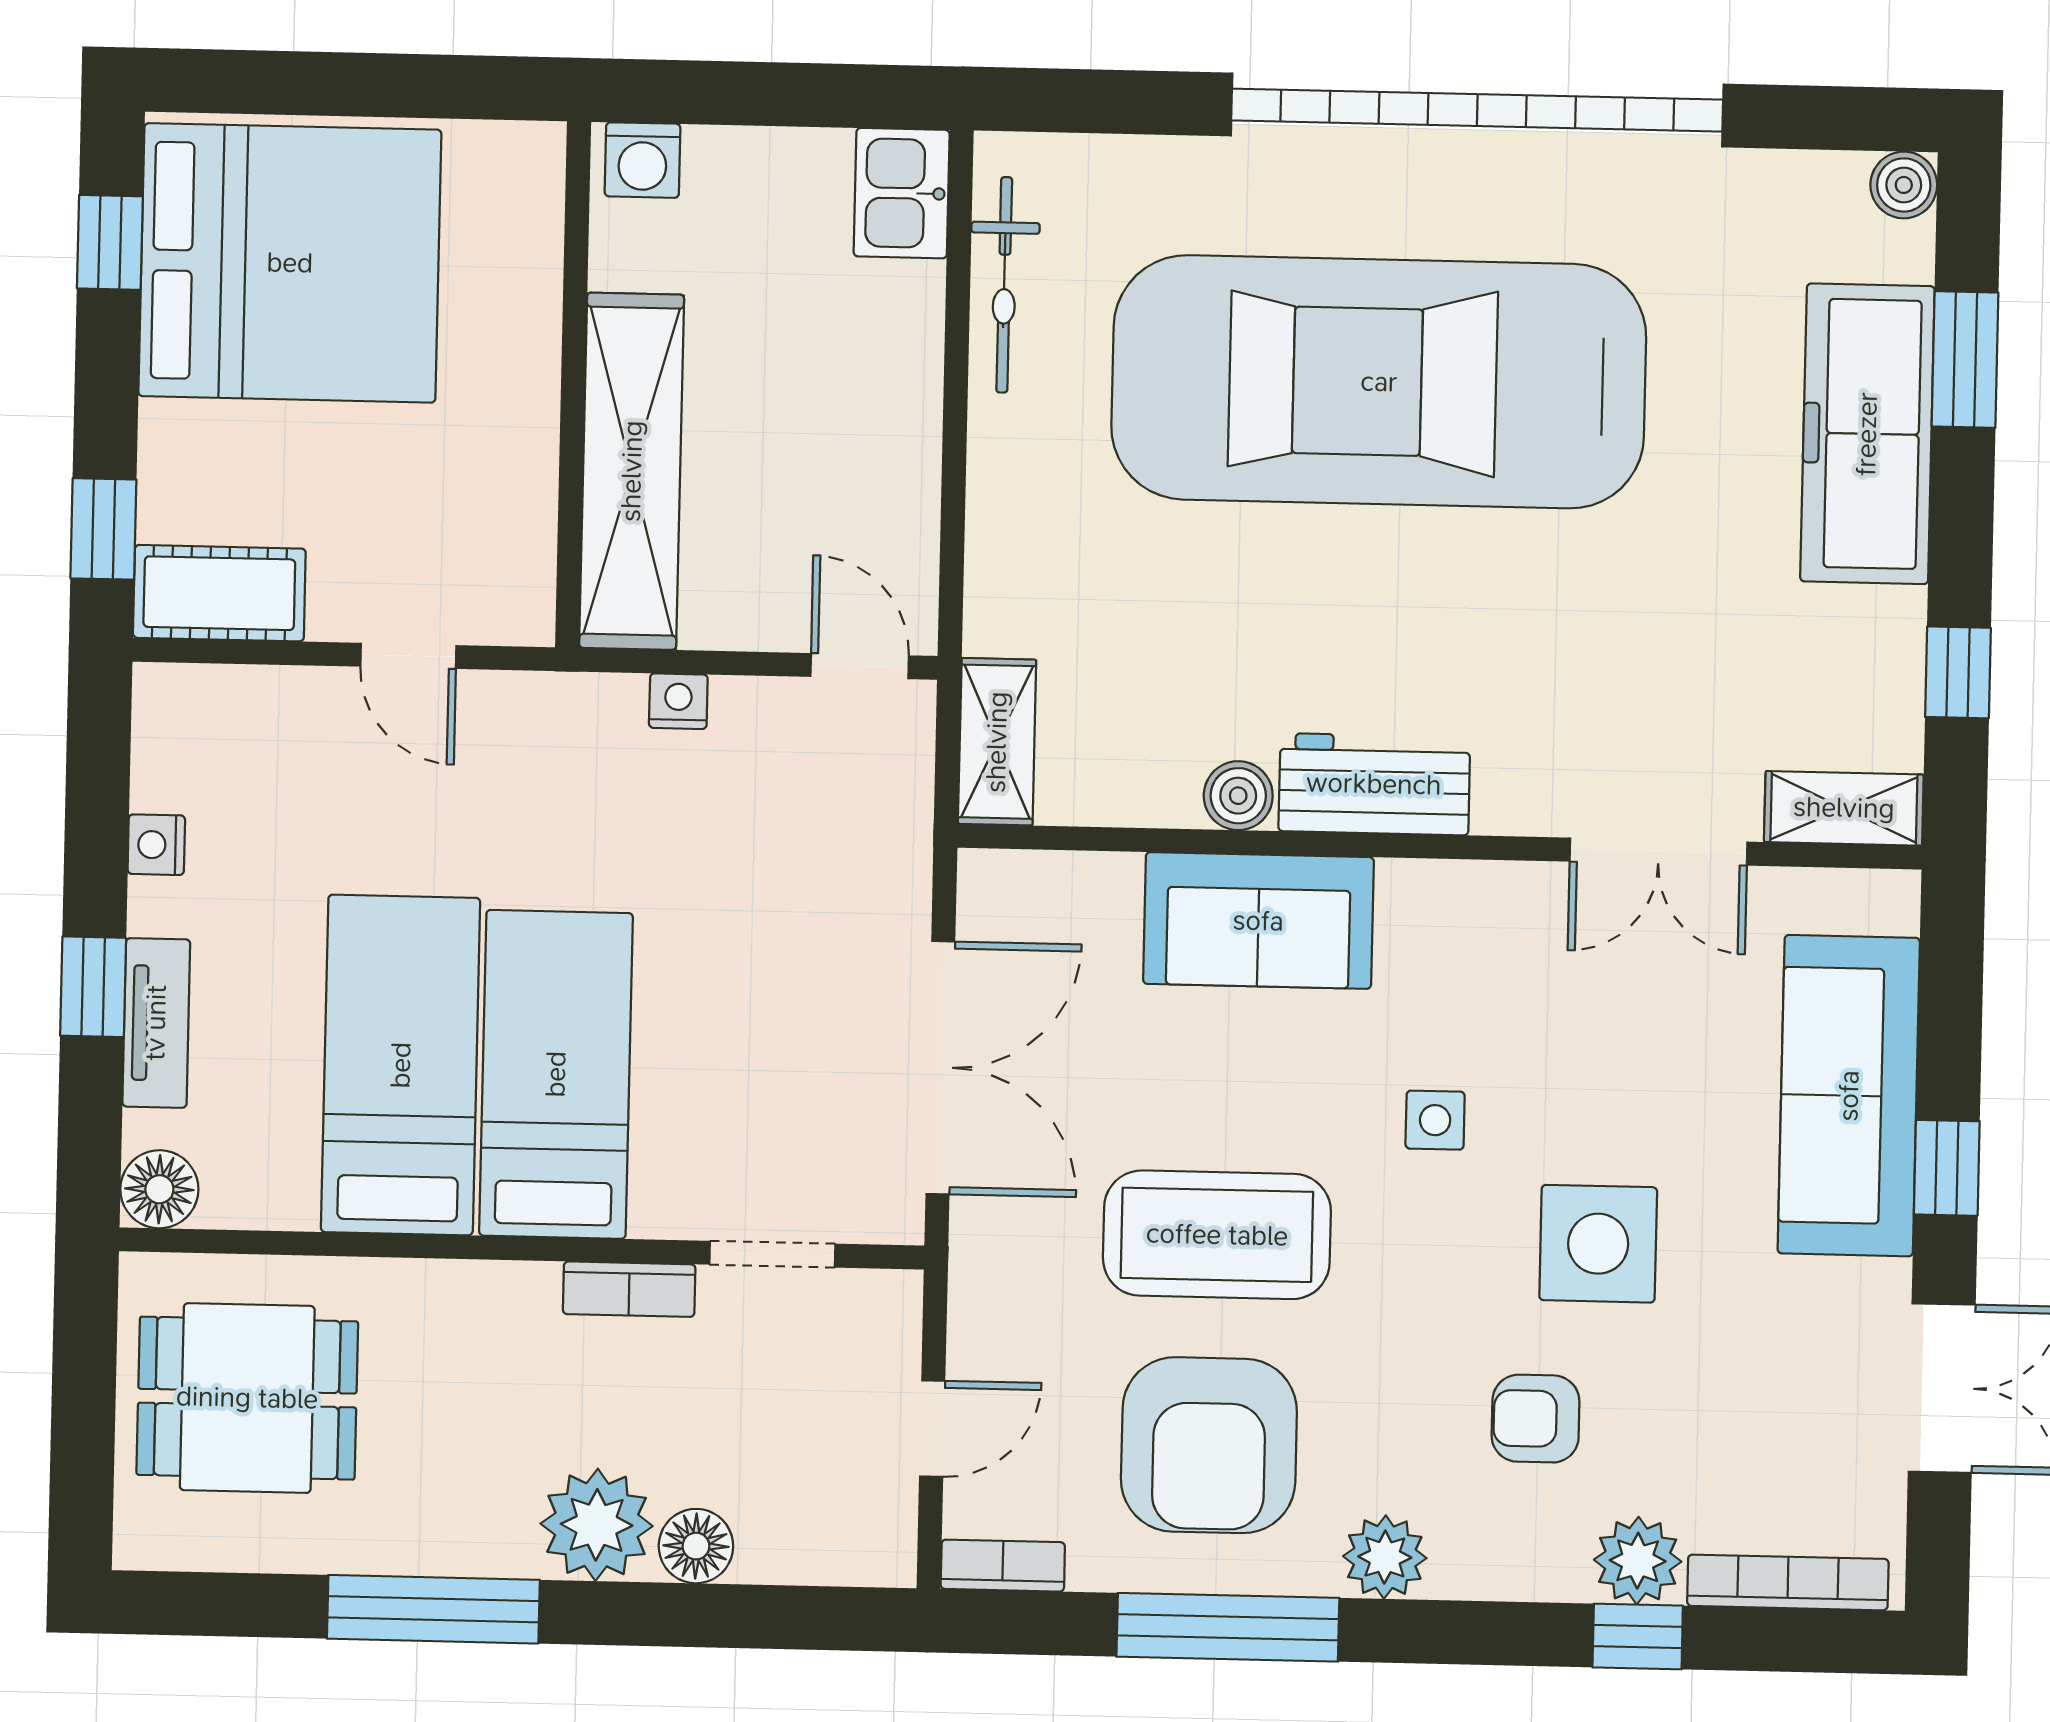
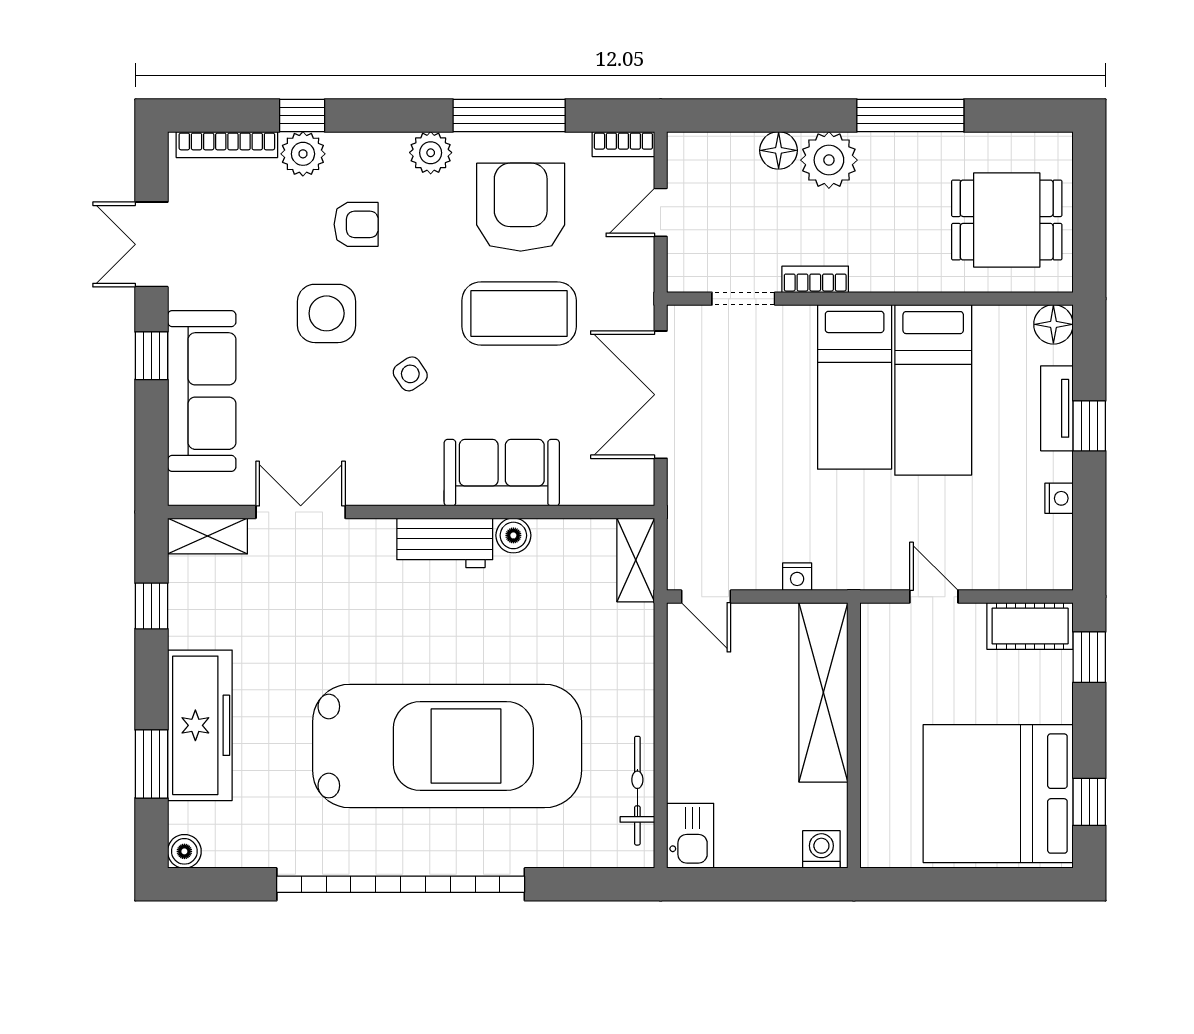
side table: (1435, 1120) -> (410, 374), turned -34

